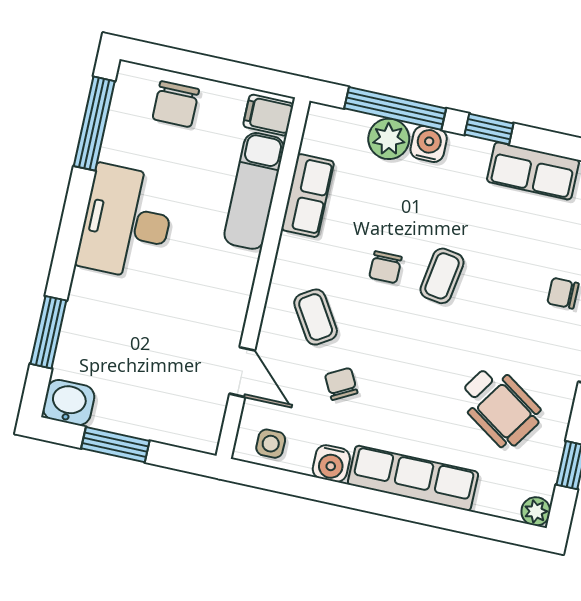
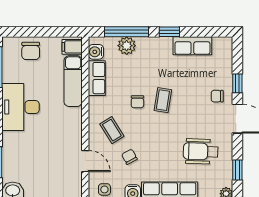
water cooler: (429, 144) -> (96, 52), moved, turned -90
wheelchair: (500, 407) -> (201, 151), turned 148

